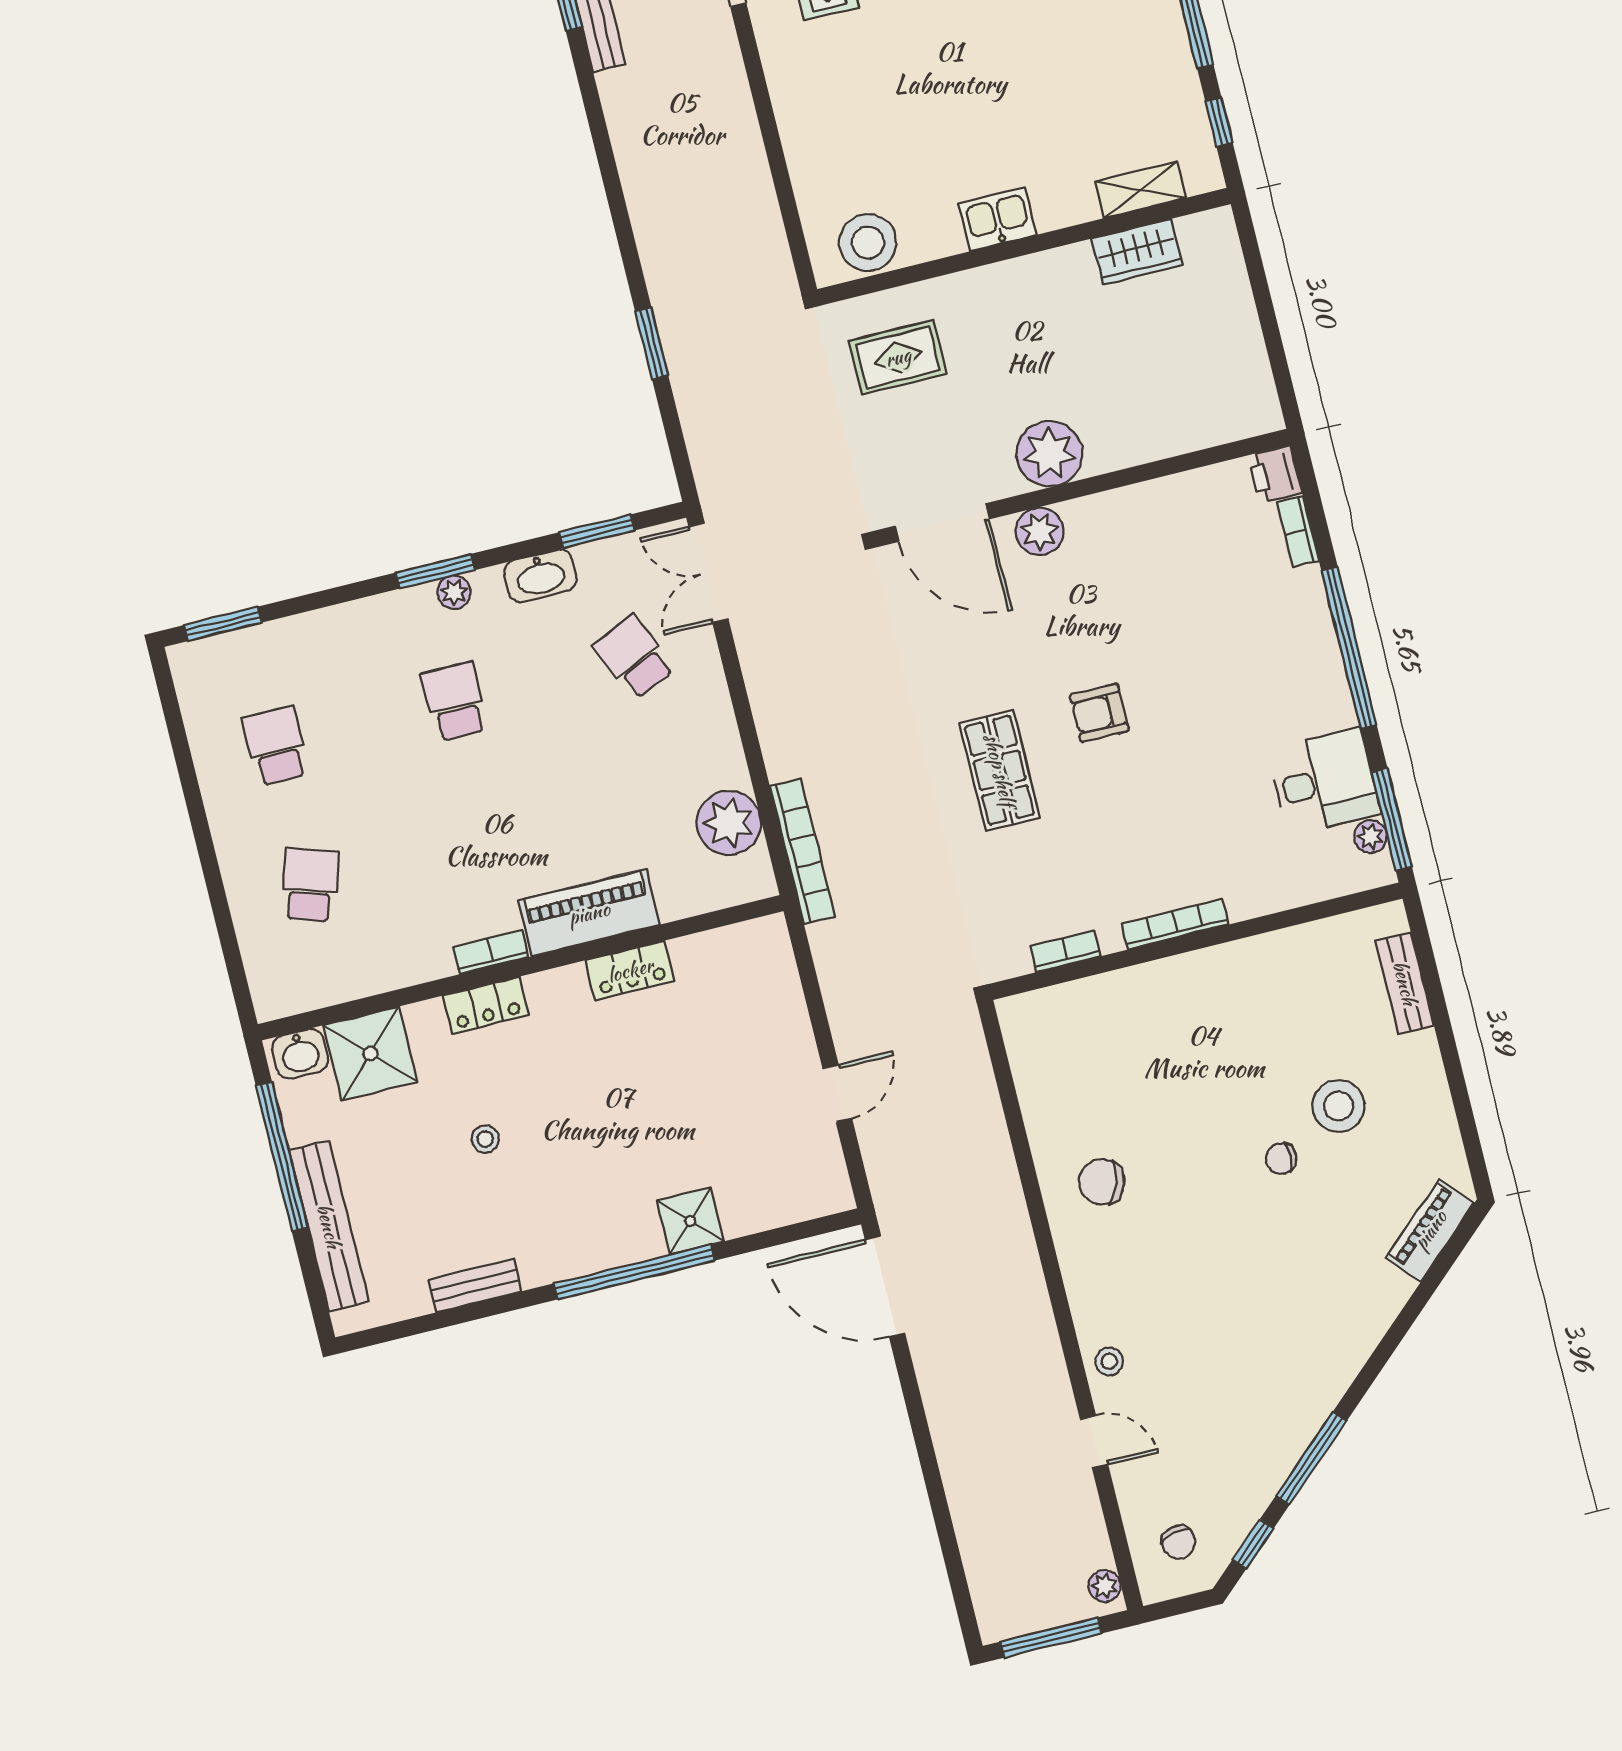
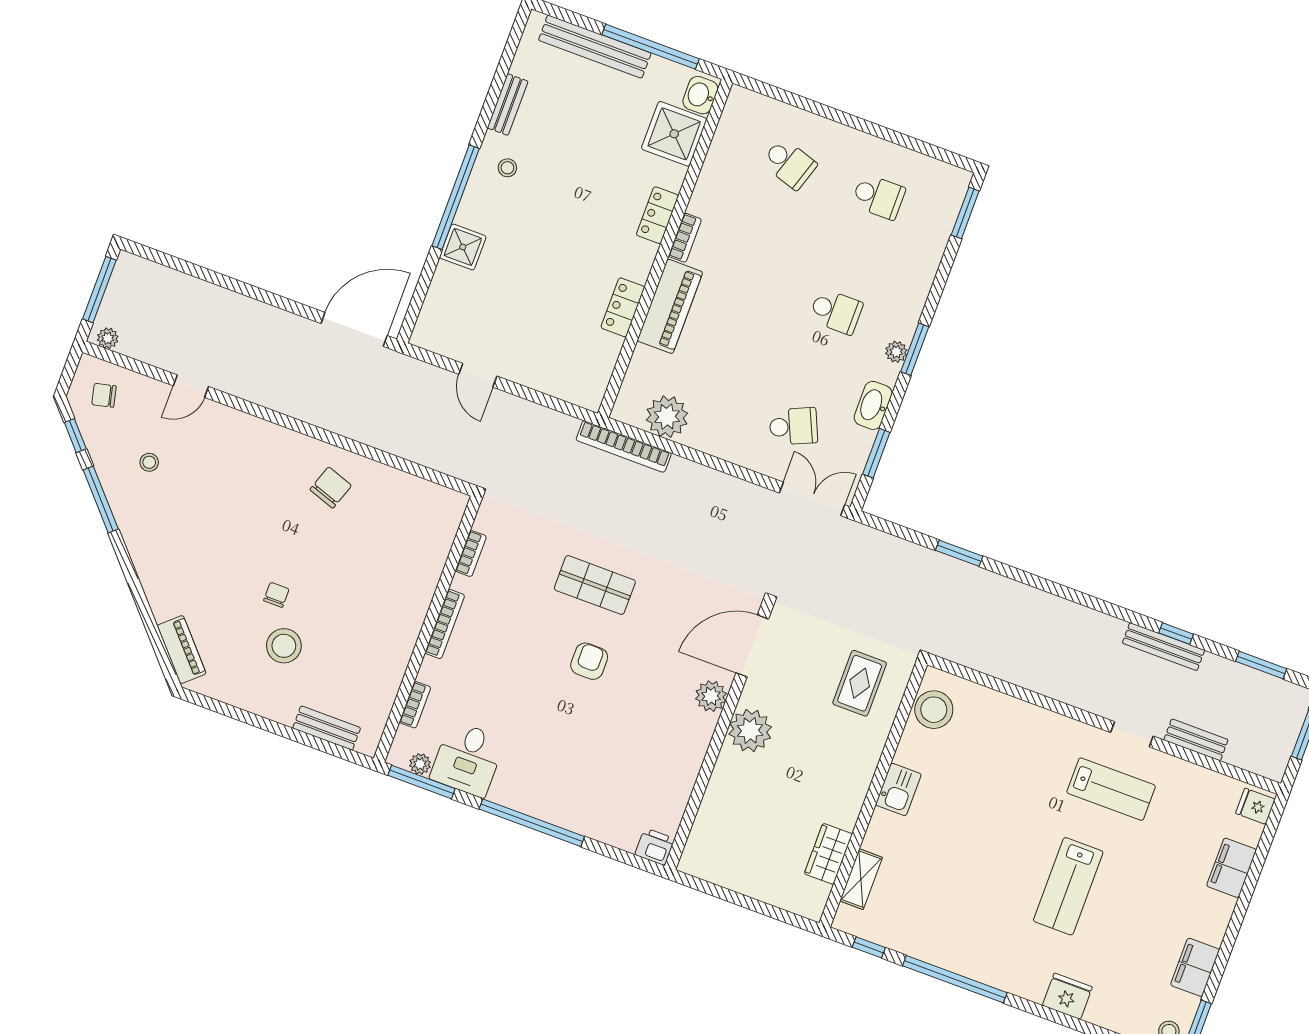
bookcase: (1298, 531) -> (415, 705), moved, turned 90
stool: (485, 1139) -> (507, 168), moved
stool: (1109, 1361) -> (149, 462), moved

